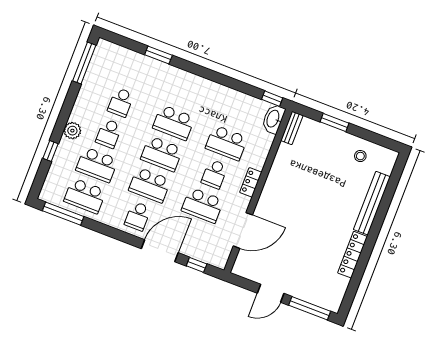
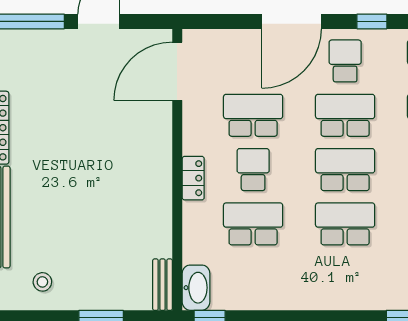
door: (243, 230) -> (177, 71), moved
window: (197, 265) -> (372, 21), moved

